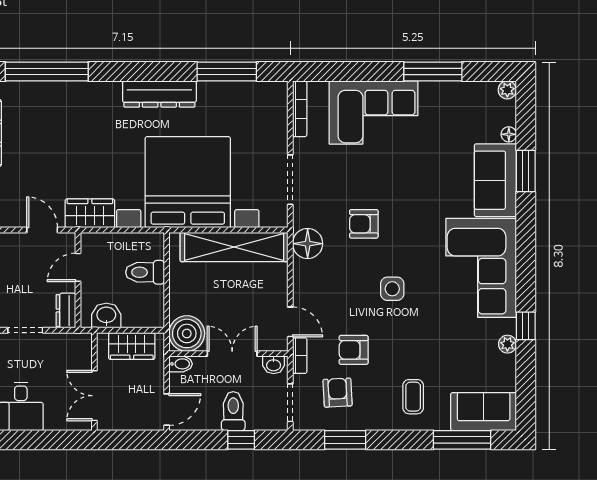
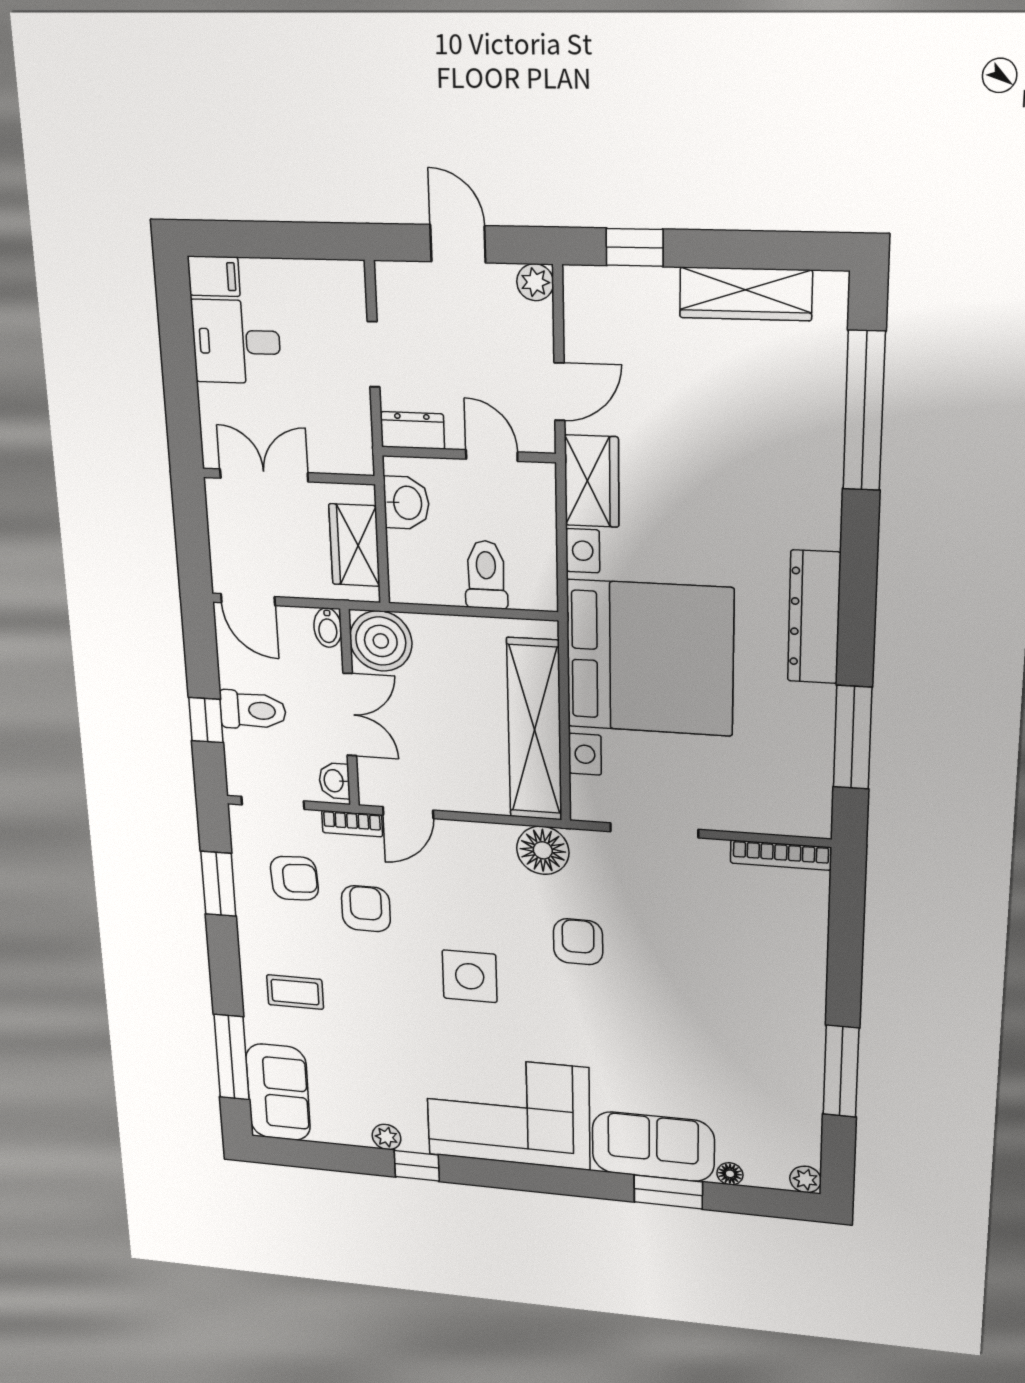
corner sofa: (374, 112) -> (771, 973), removed
side table: (392, 289) -> (470, 976), width x1.37, depth x1.37

